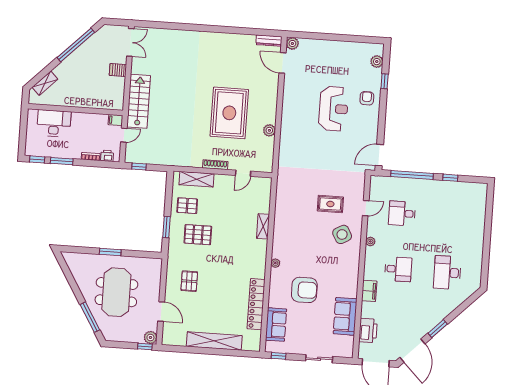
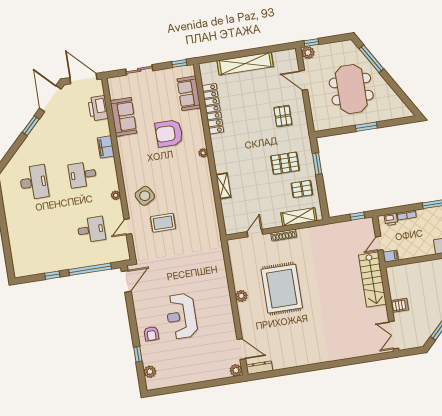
plant: (269, 130) -> (241, 296), moved

